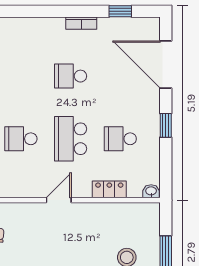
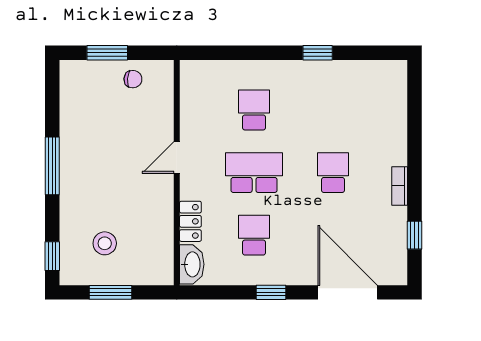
door: (166, 64) -> (348, 292), hinge flipped
washbasin: (151, 191) -> (192, 264), width x1.91, depth x1.45
door: (59, 200) -> (177, 158), swing flipped

